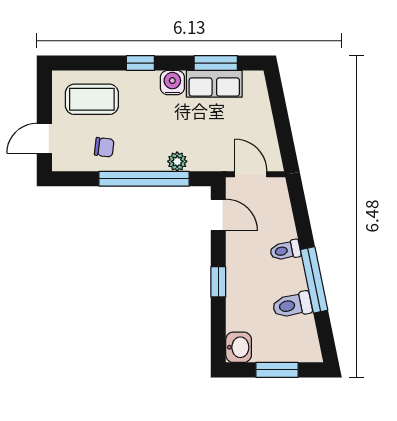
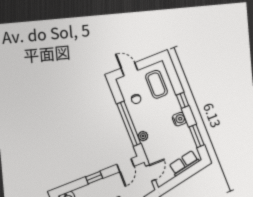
row of seats: (214, 84) -> (184, 163), moved, turned 78

